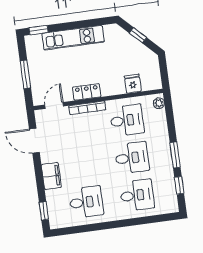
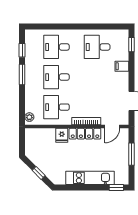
fridge: (133, 84) -> (62, 135), moved
locker: (87, 92) -> (85, 134), width x1.53
filing cabinet: (51, 176) -> (122, 66), width x0.50

